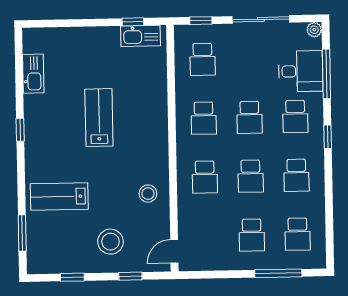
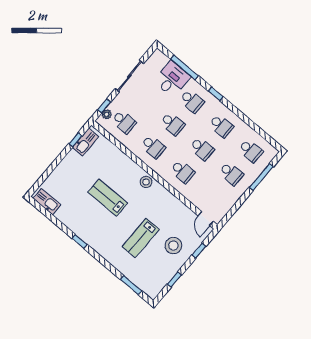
plant: (314, 30) -> (107, 114), moved
kitchen sink: (33, 74) -> (47, 202), moved
stool: (148, 194) -> (146, 182), moved
lab bench: (59, 196) -> (141, 238), moved

